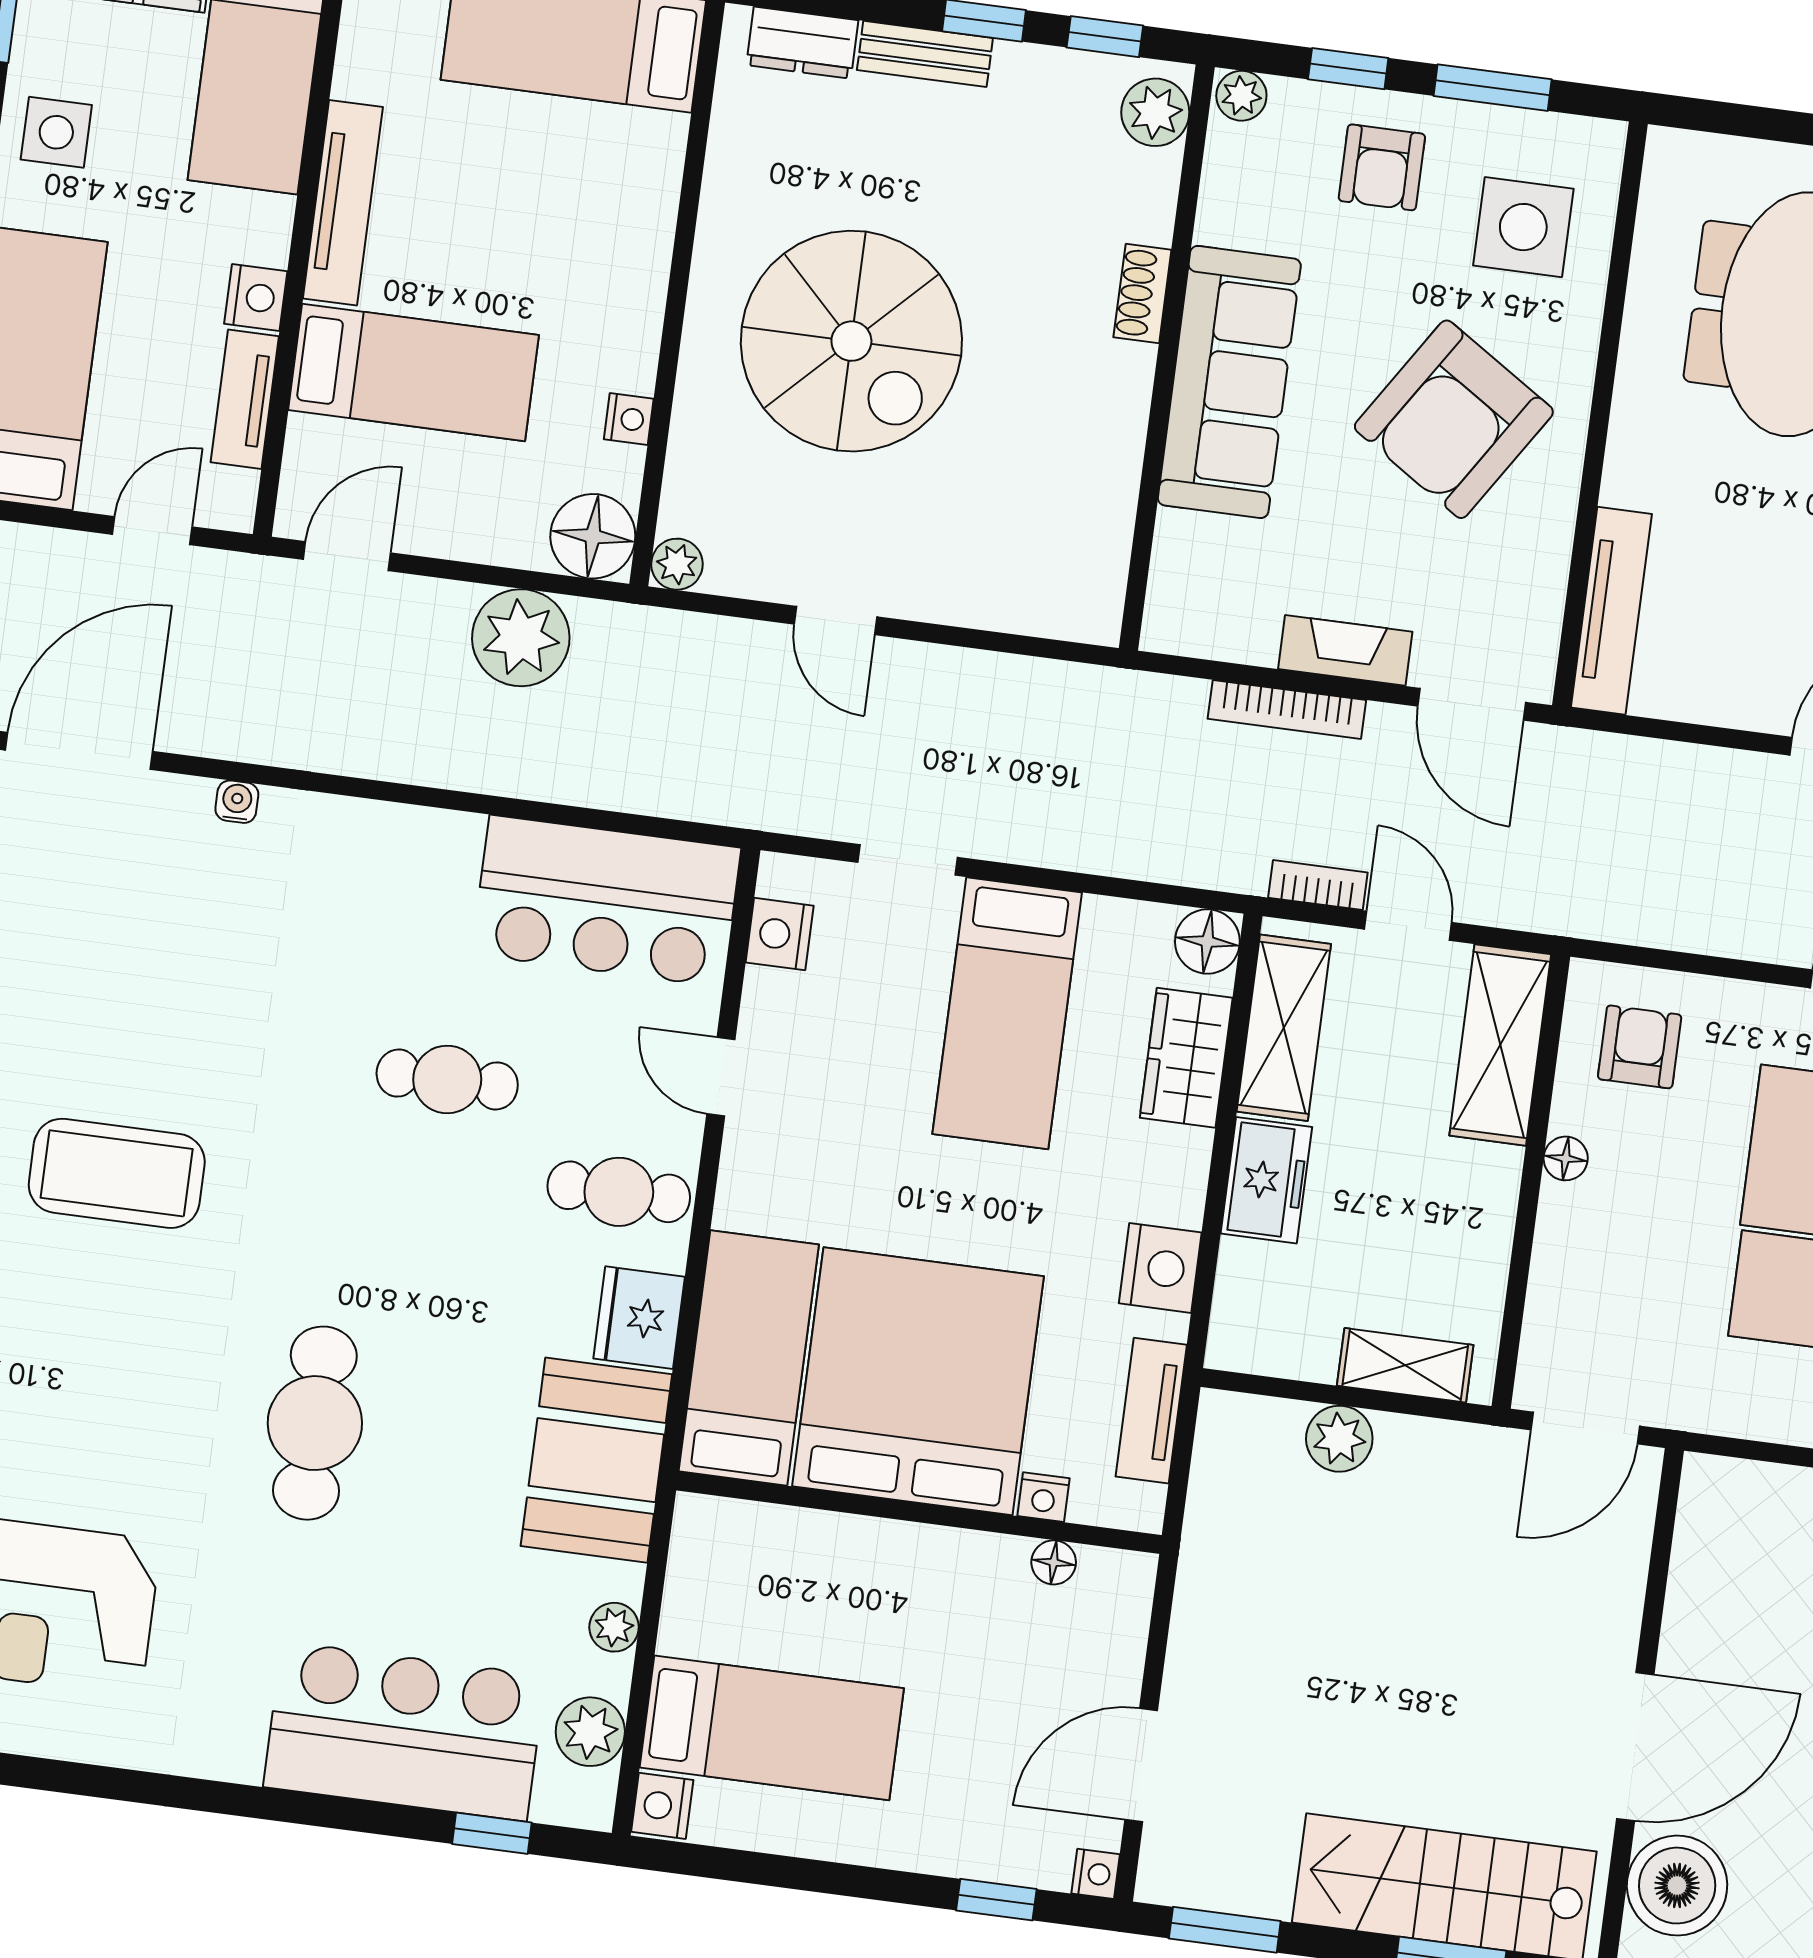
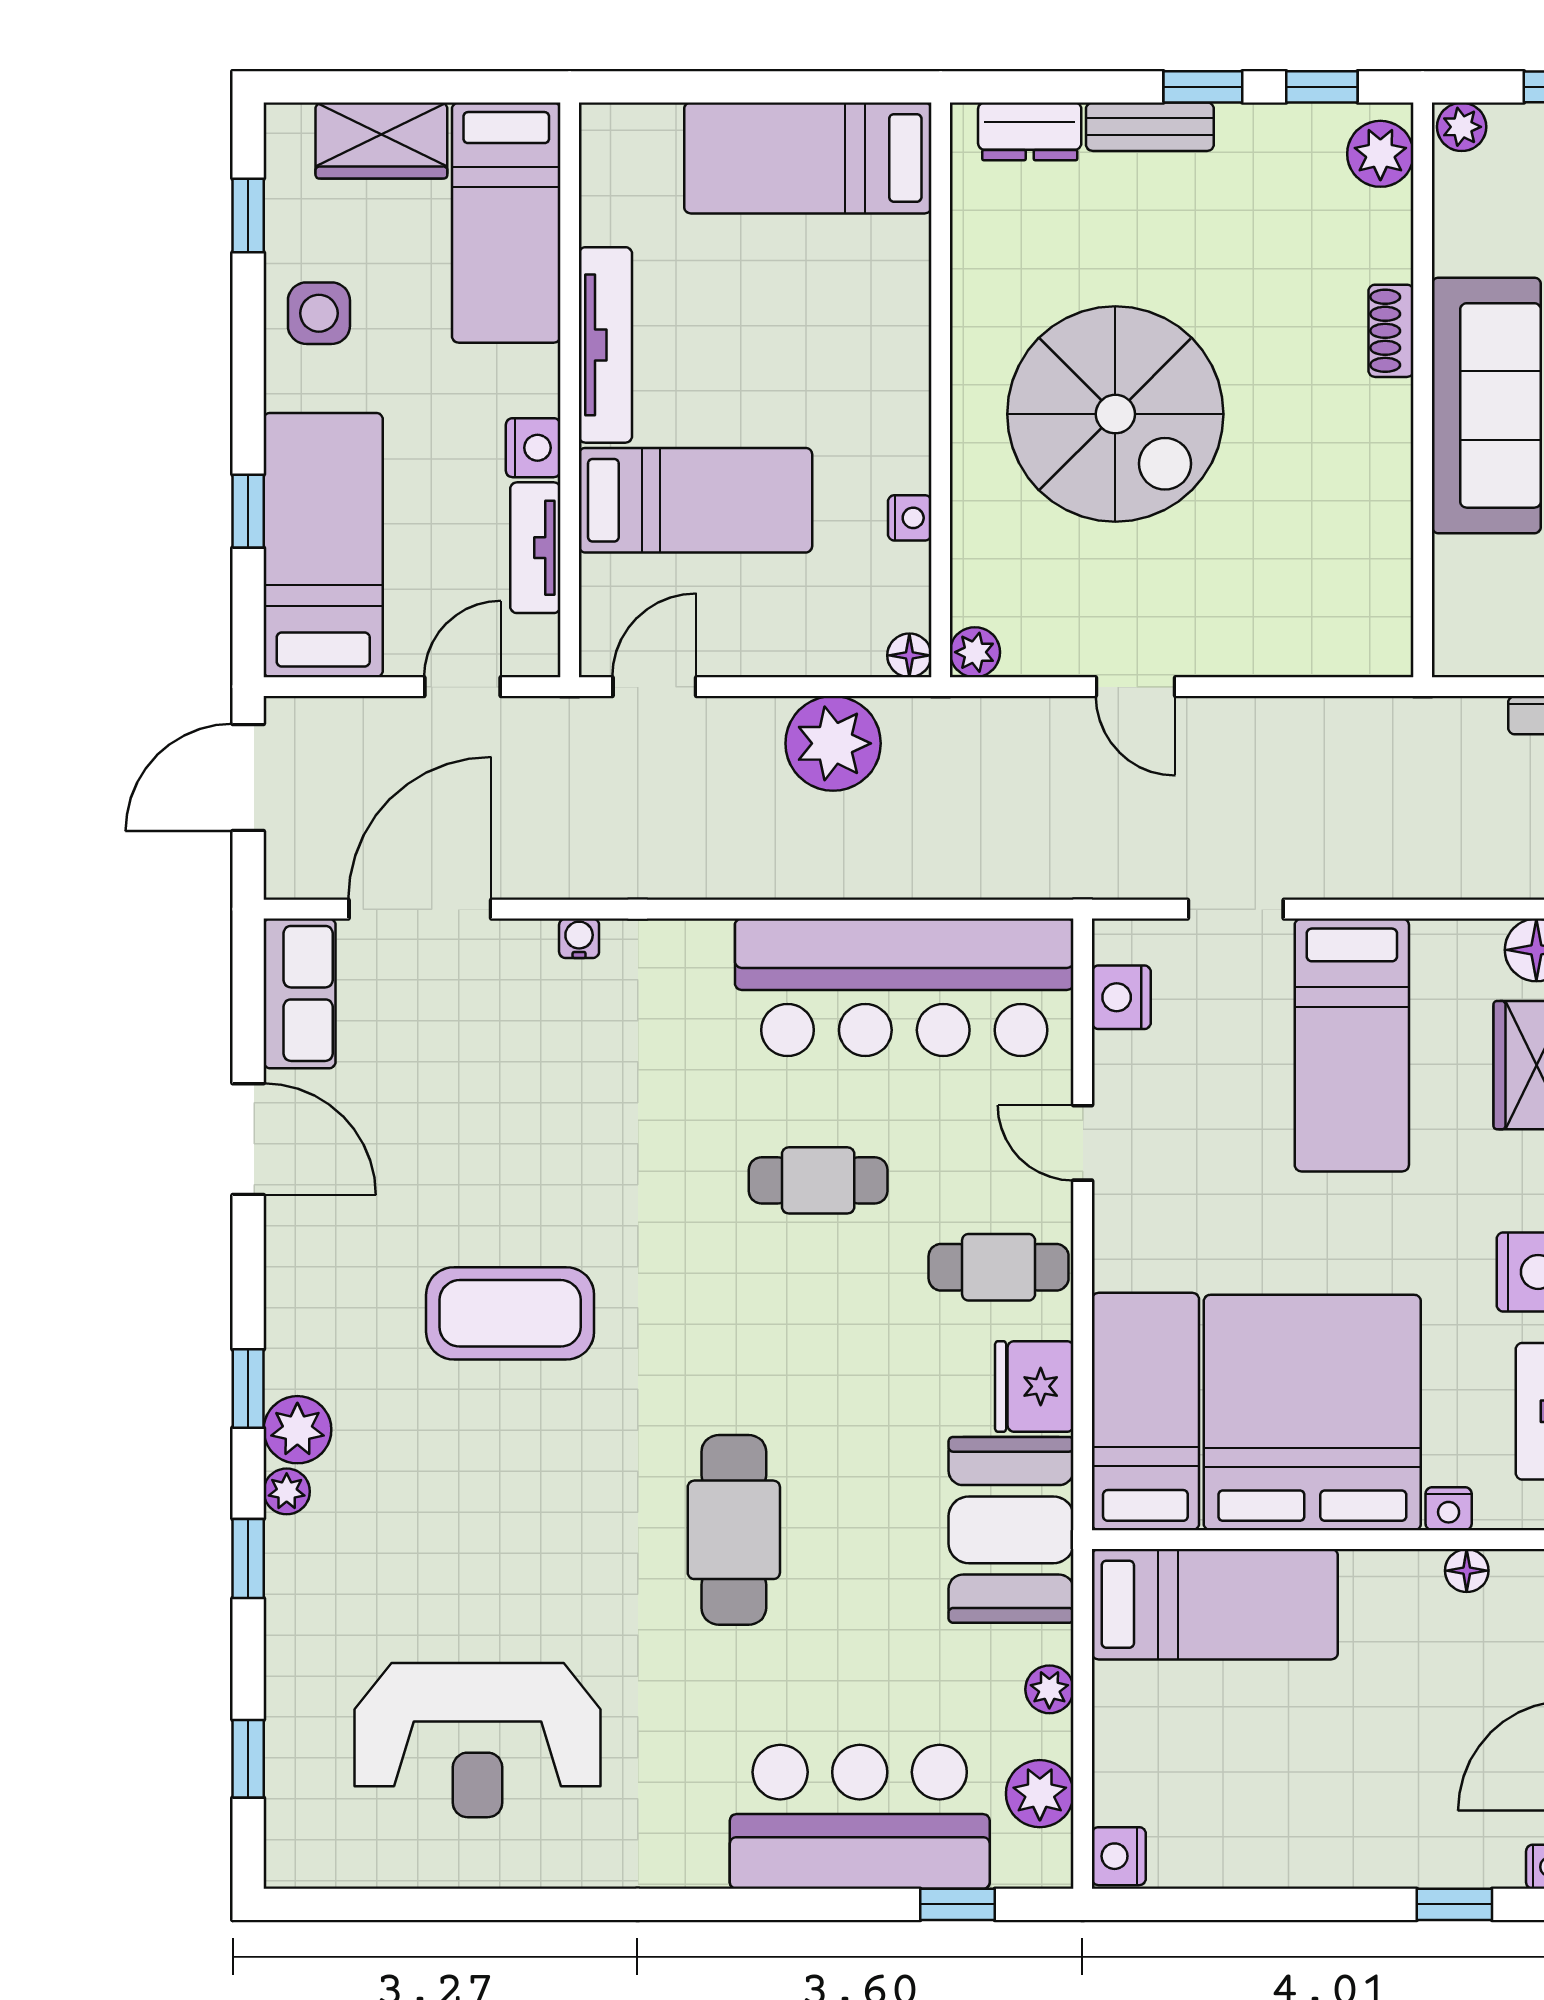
floor lamp: (593, 536) -> (909, 655), width x0.53, depth x0.53
bar counter: (606, 901) -> (904, 987), width x1.36
bed: (772, 1728) -> (1215, 1604), moved

